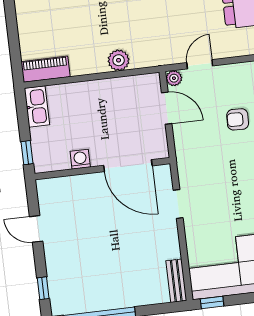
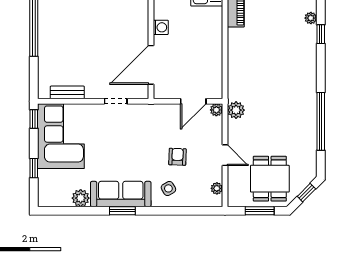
plant: (119, 60) -> (236, 110), moved
door: (200, 64) -> (225, 155), moved
bench: (176, 281) -> (67, 92), moved

